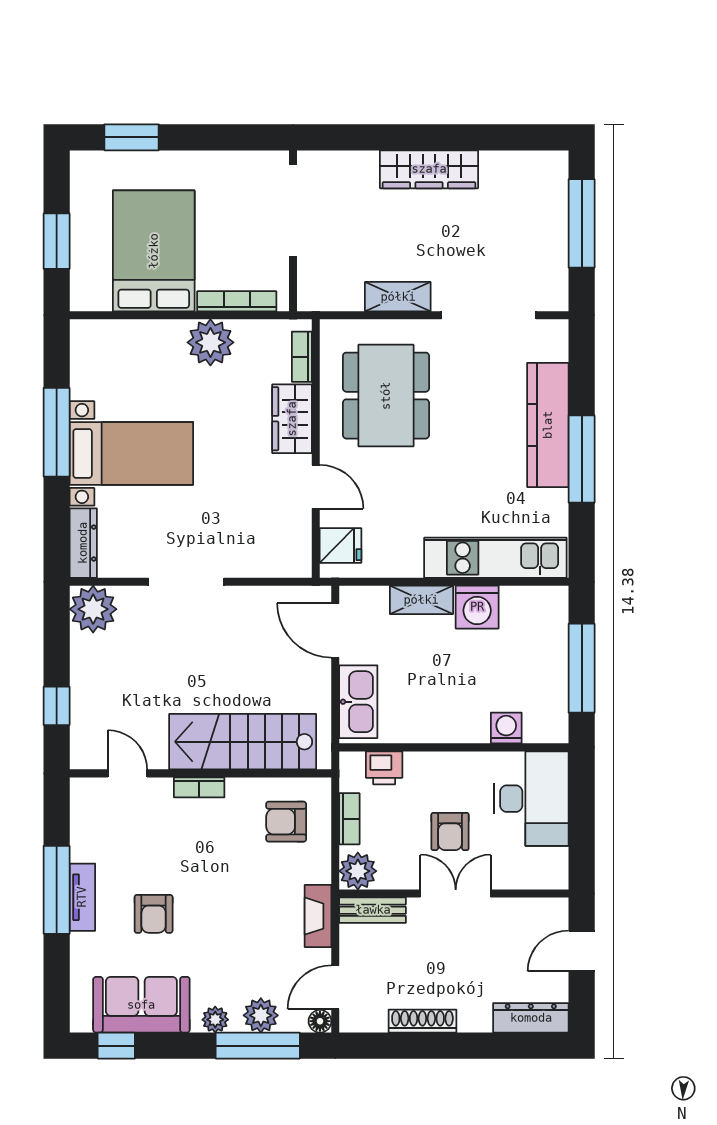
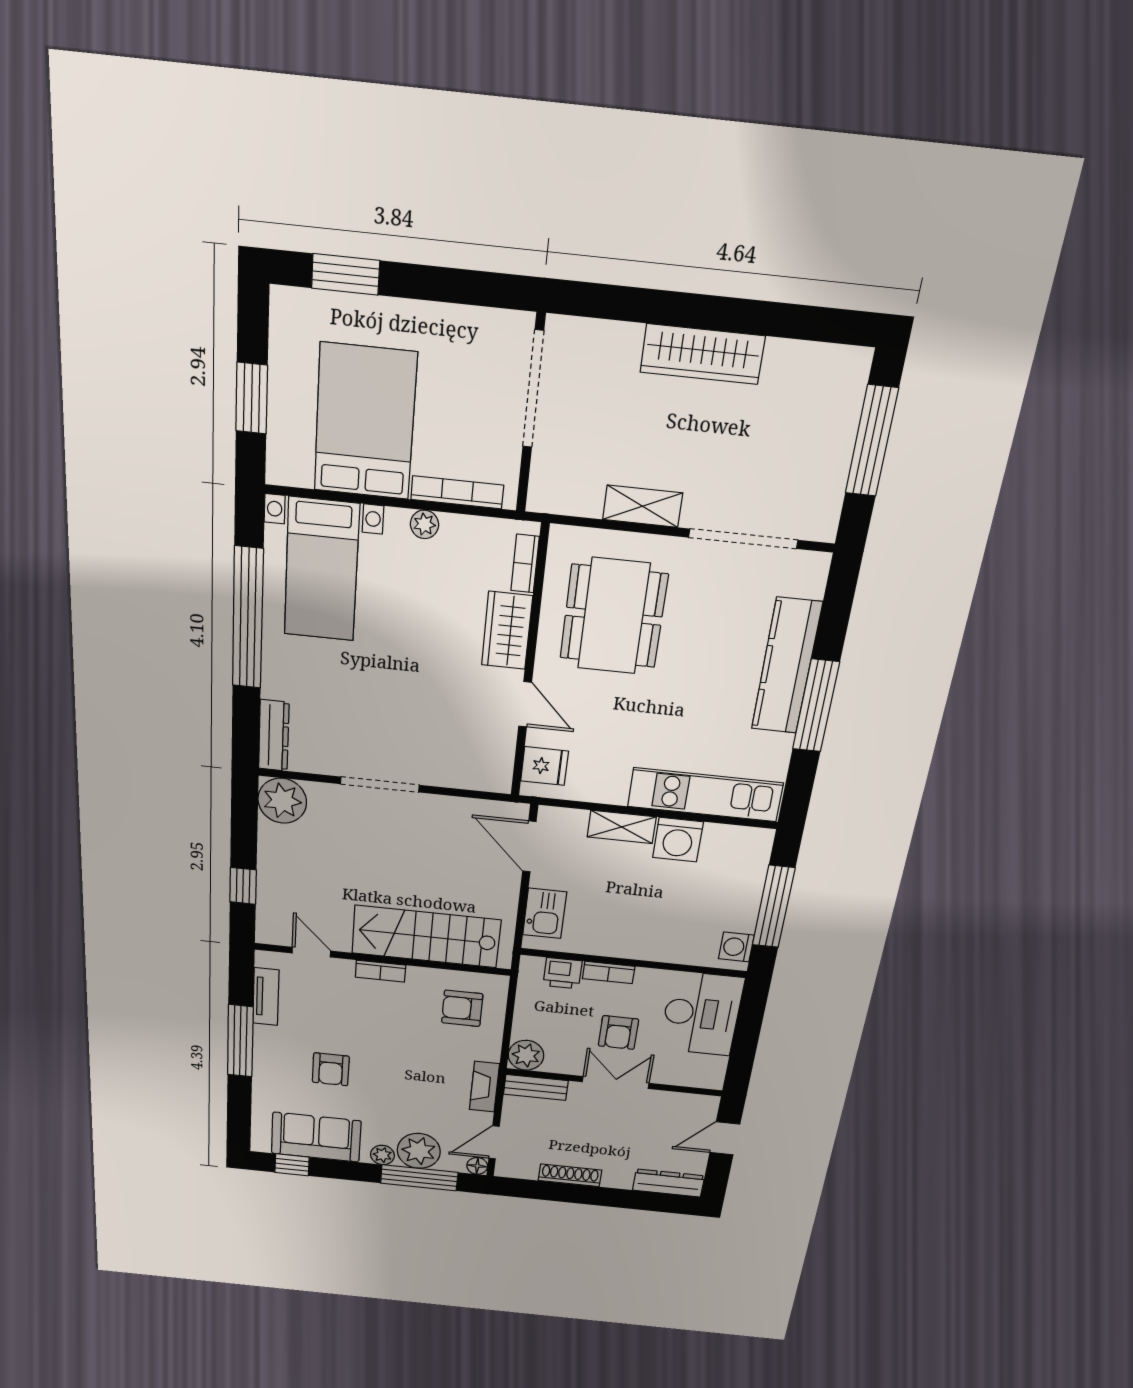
plant: (210, 342) -> (424, 524), width x0.53, depth x0.53
window: (57, 432) -> (248, 618), width x1.46
bed with nightstands: (131, 453) -> (322, 570), moved, turned 90
kitchen sink: (358, 702) -> (545, 913), width x0.73
washing machine: (506, 728) -> (736, 947), moved, turned -90
bookcase: (349, 819) -> (609, 972), moved, turned 90
tv unit: (82, 897) -> (266, 997), moved
plant: (261, 1015) -> (419, 1151), width x1.36, depth x1.36

